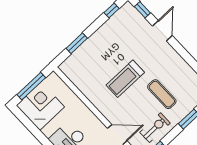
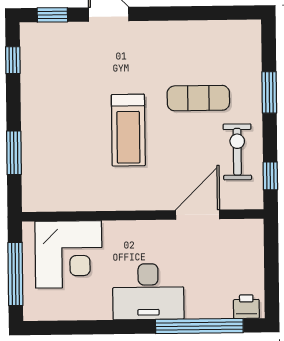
corner desk: (40, 106) -> (69, 254), moved, turned 180

